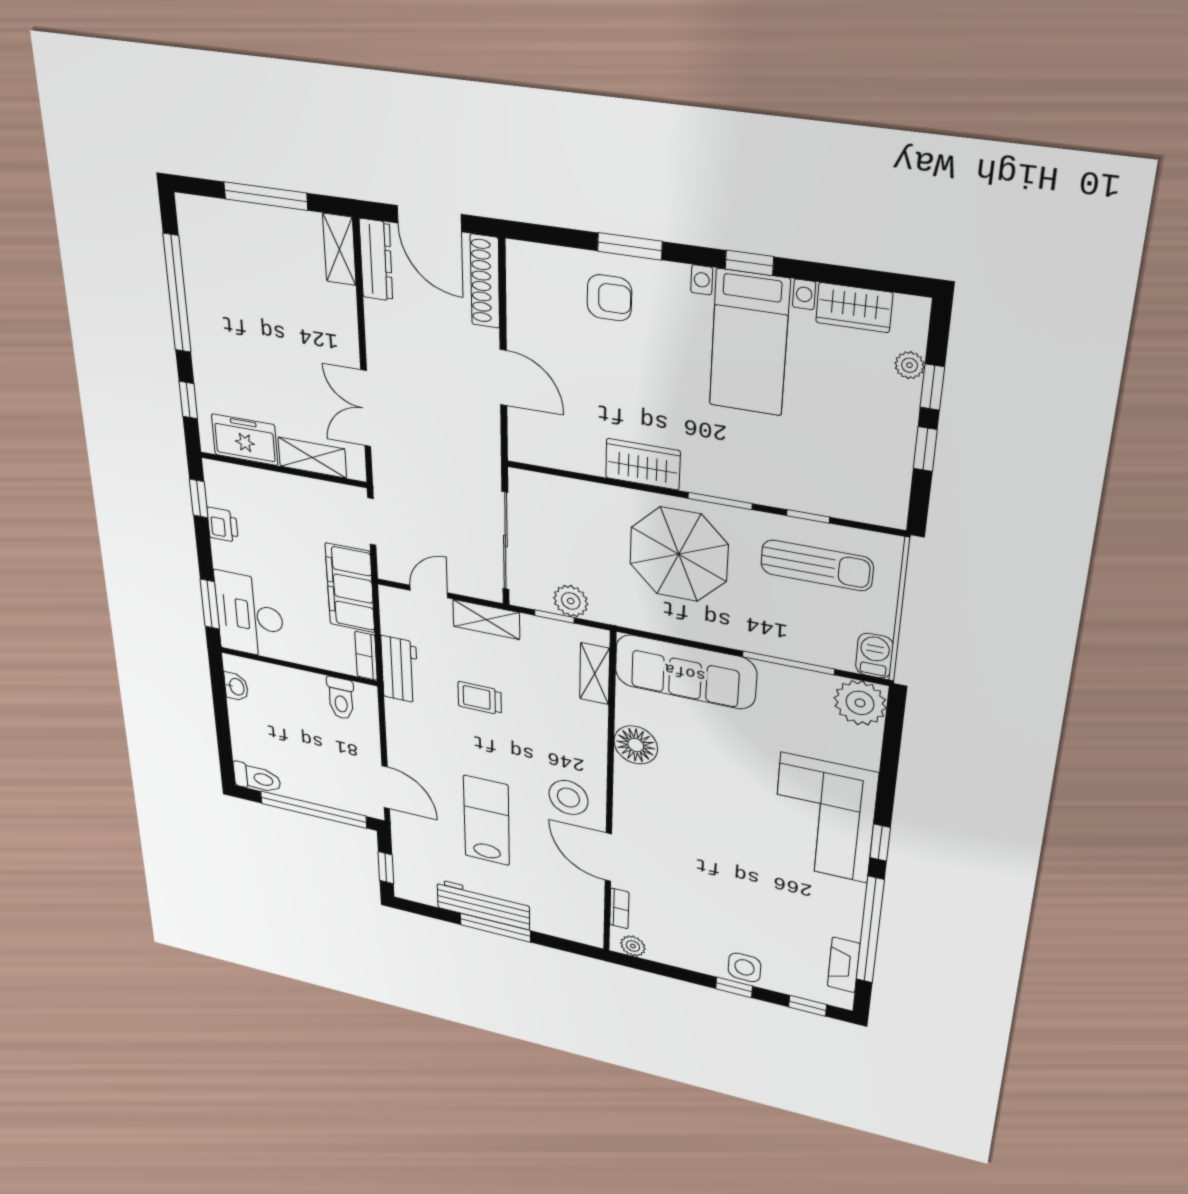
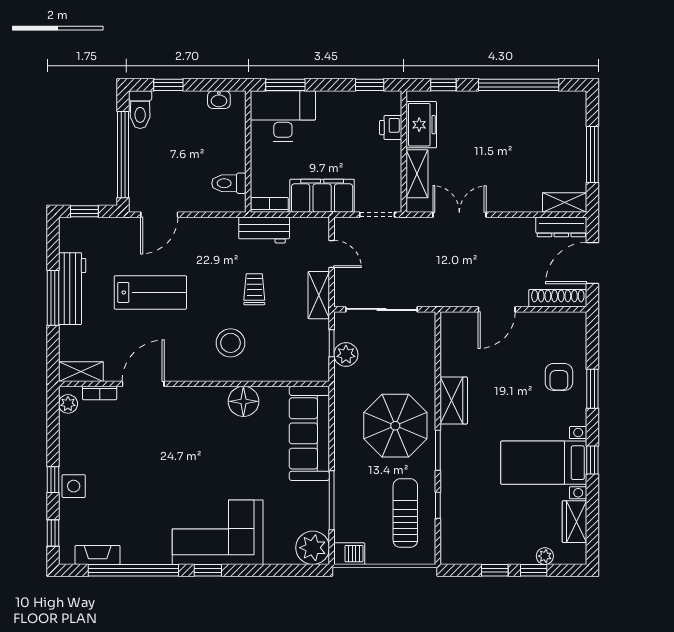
printer: (223, 525) -> (391, 128), moved, turned 90
sun lounger: (817, 565) -> (405, 513), turned 180
shelving: (595, 674) -> (81, 372), moved
window: (224, 740) -> (168, 85), added
stool: (568, 798) -> (230, 343), moved

